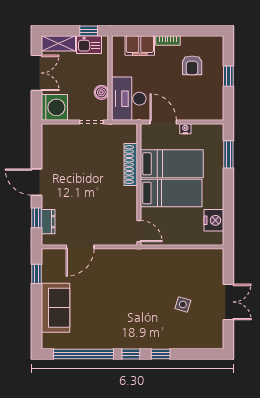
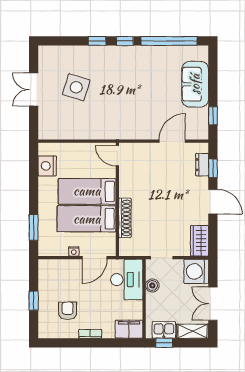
filing cabinet: (140, 45) -> (129, 329), moved
door: (163, 122) -> (95, 258), hinge flipped
wardrobe: (51, 140) -> (200, 241), added
side table: (183, 304) -> (76, 87), width x1.87, depth x1.87

